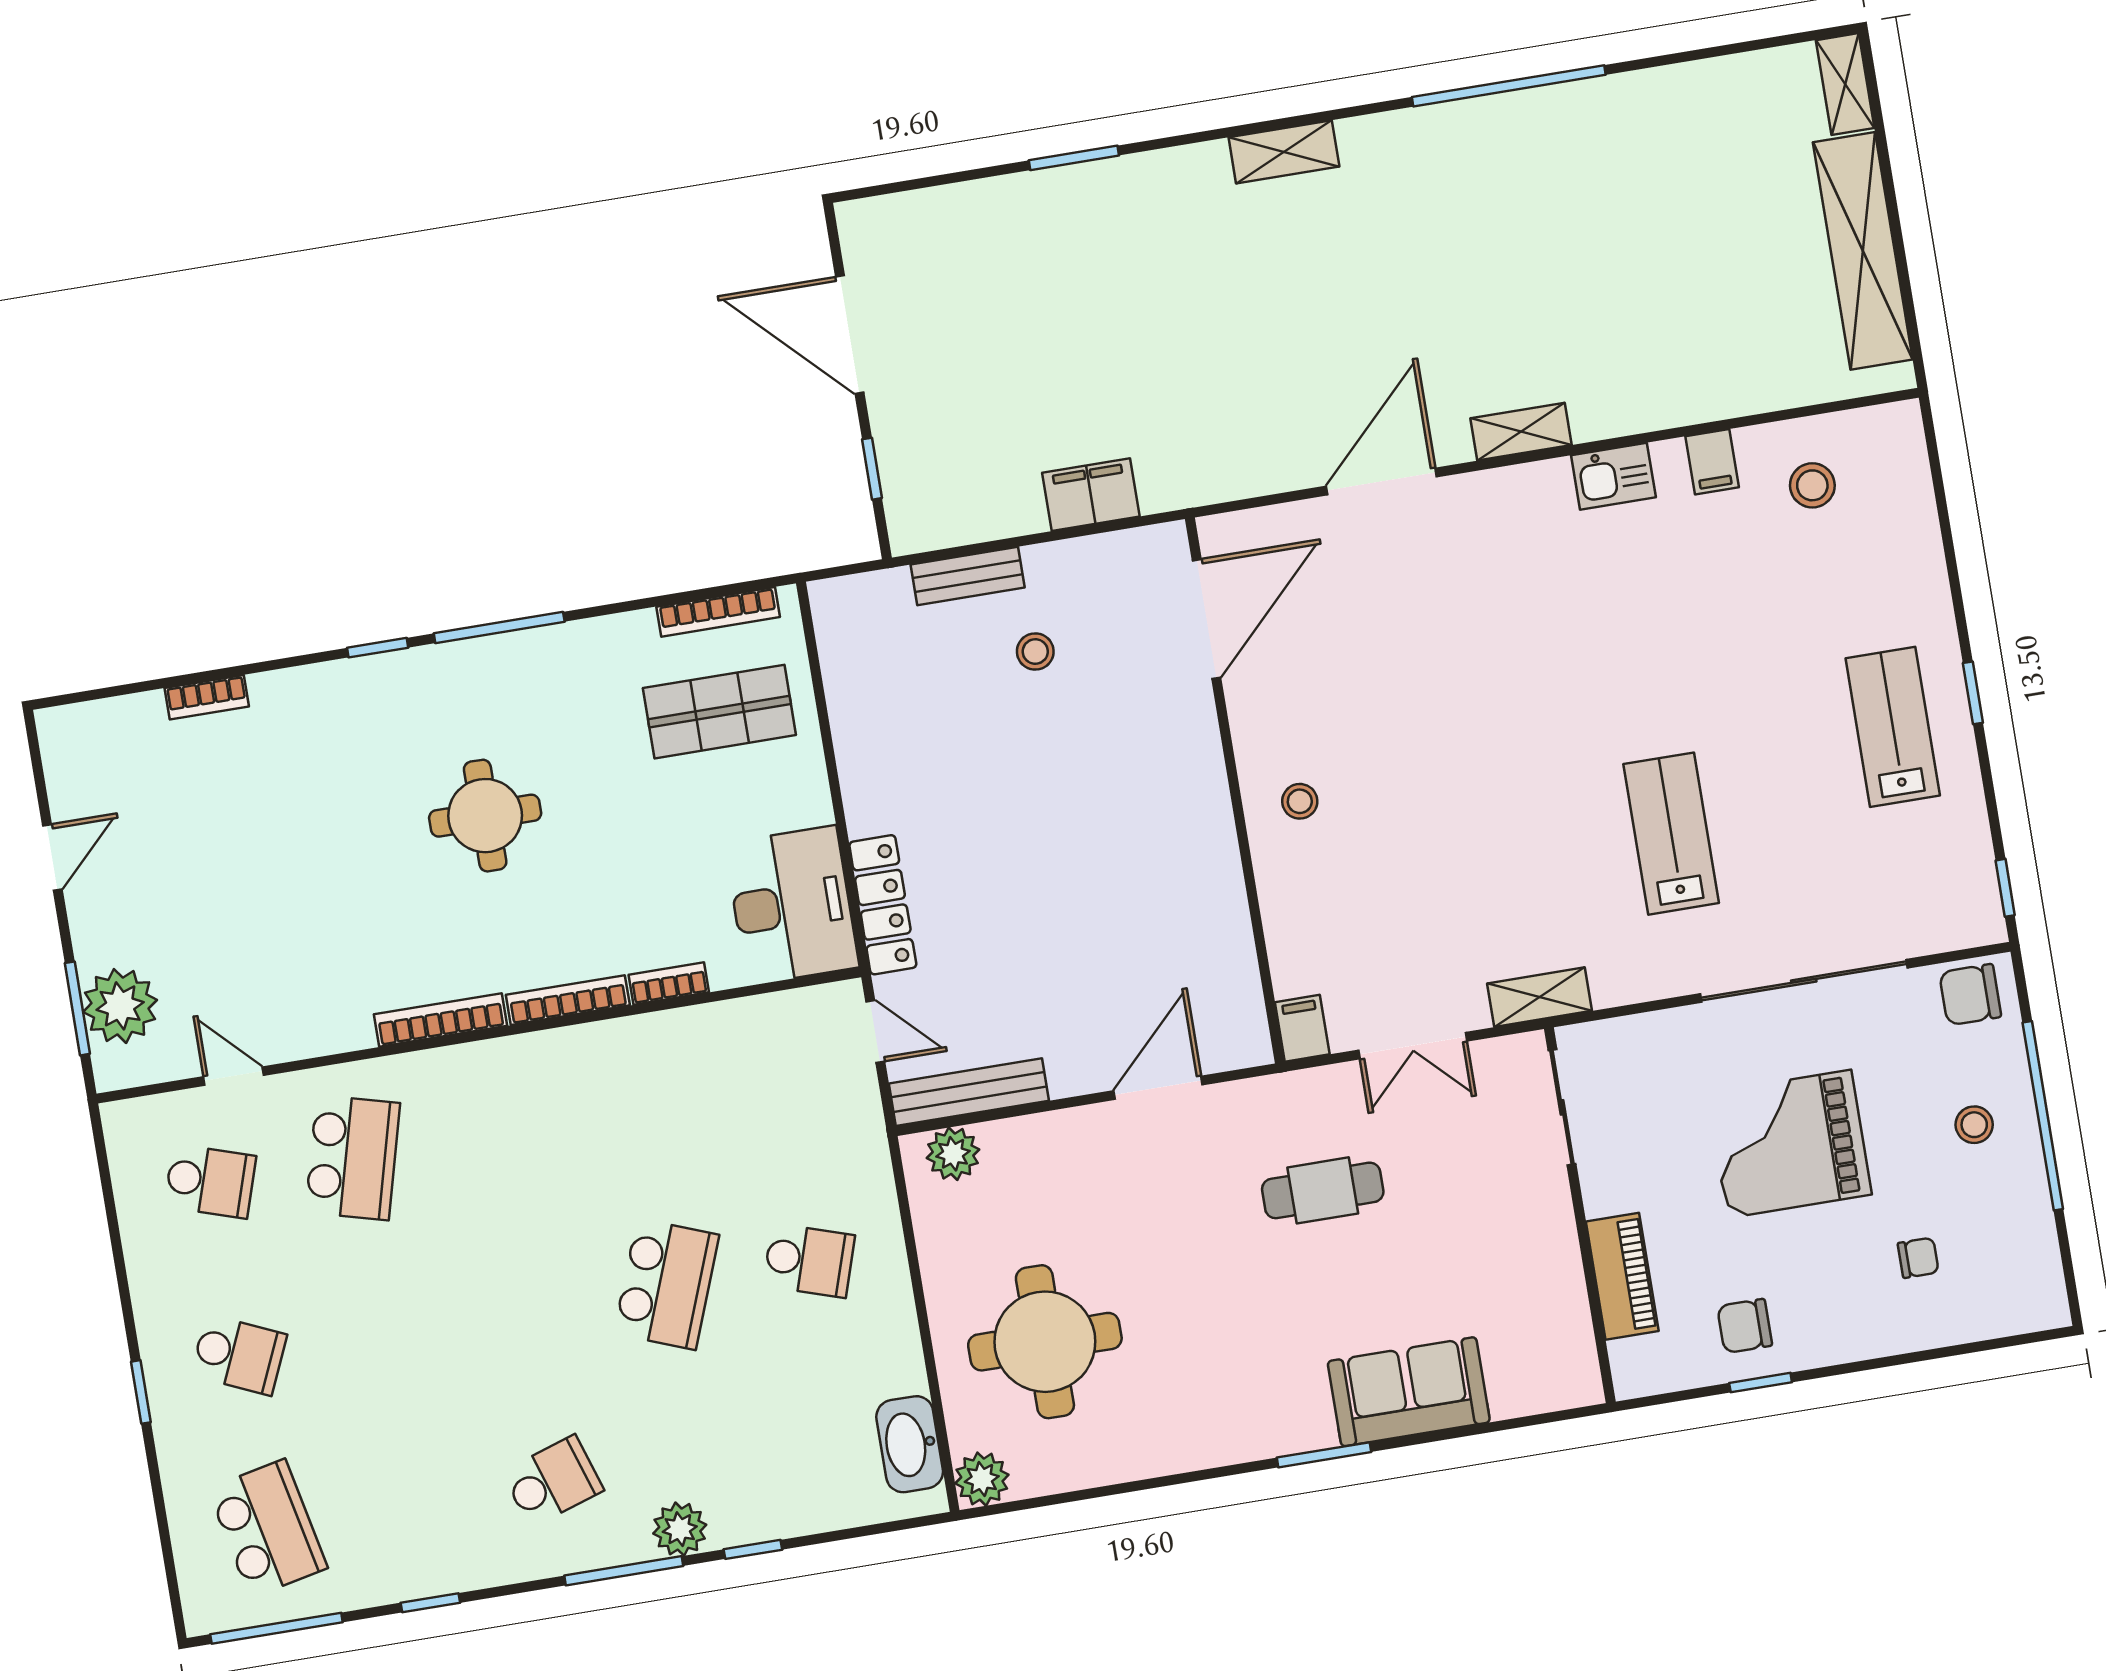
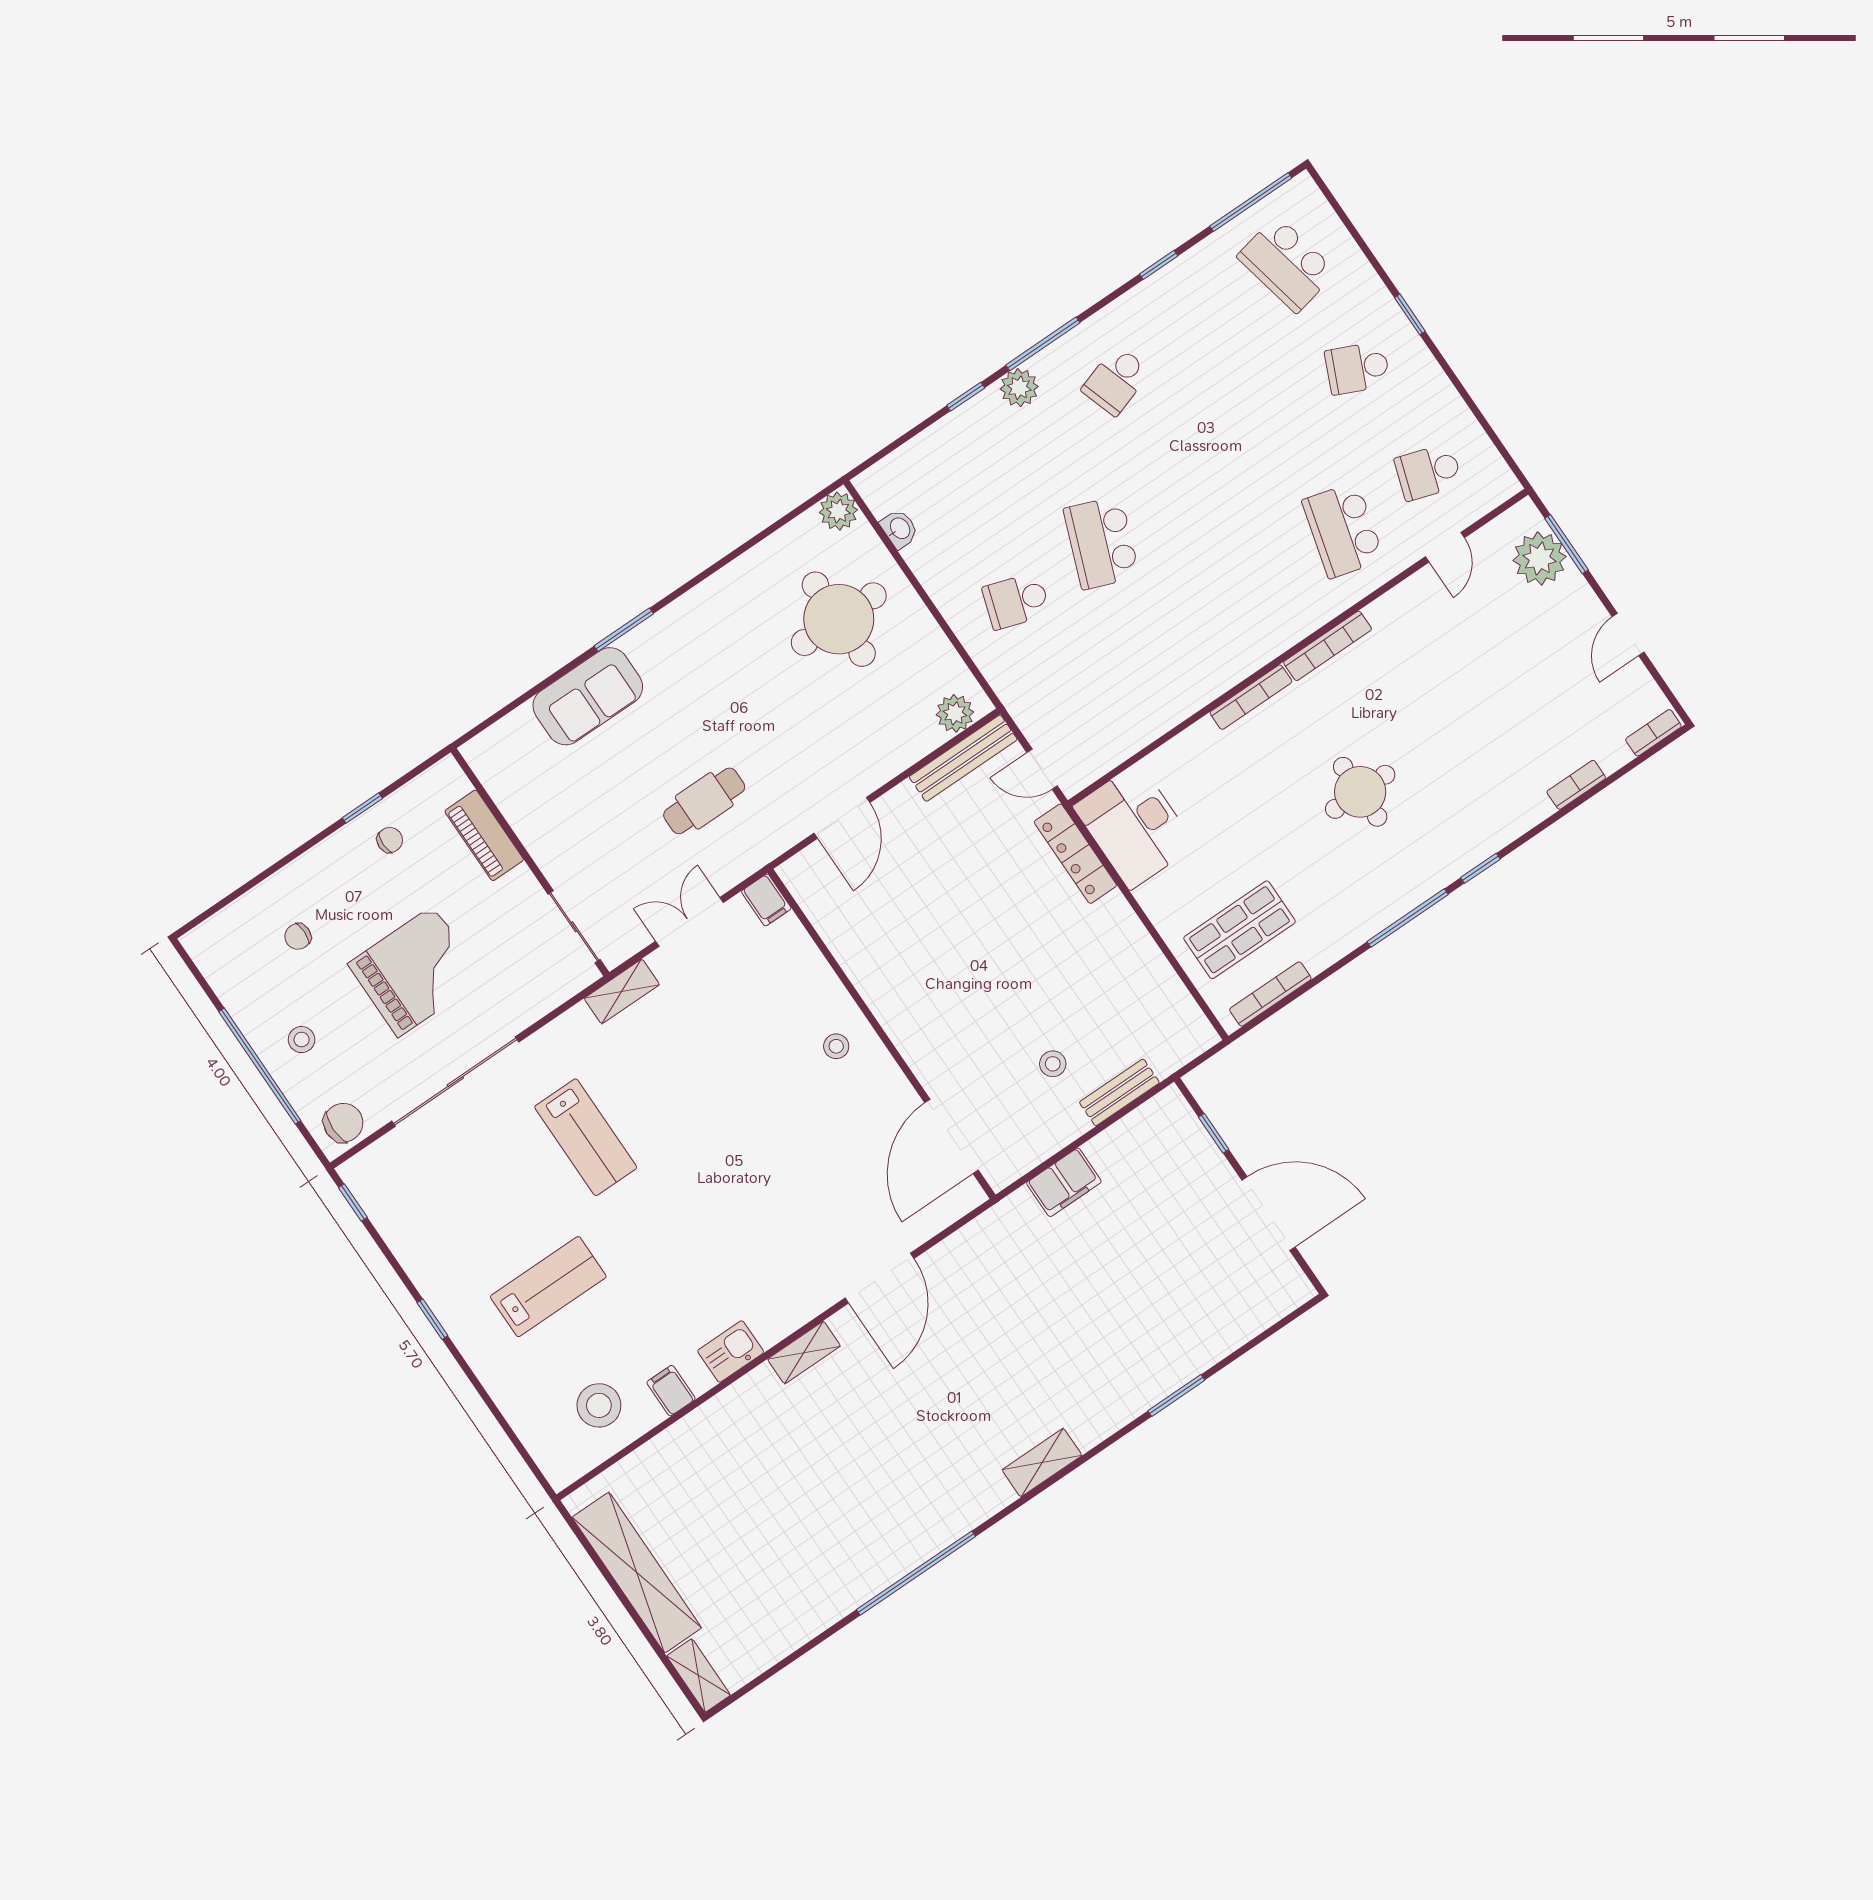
stool: (1812, 485) -> (599, 1405), width x1.38, depth x1.38
lab bench: (1893, 727) -> (548, 1287), moved, turned -90
bookcase: (669, 984) -> (1653, 733), moved, turned 180
door: (234, 1076) -> (1445, 547), hinge flipped
chair: (1745, 1326) -> (390, 840), width x0.73, depth x0.73
washbasin: (910, 1444) -> (899, 529), width x0.52, depth x0.69

